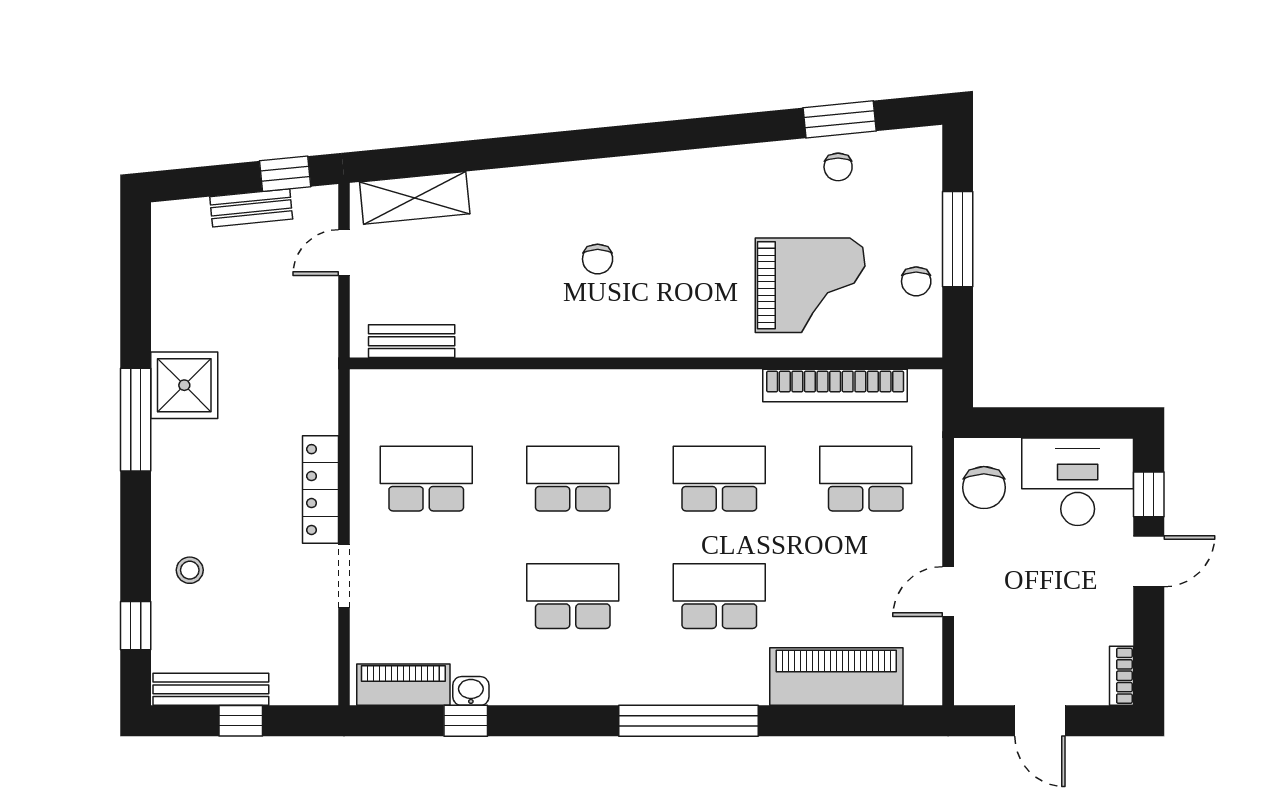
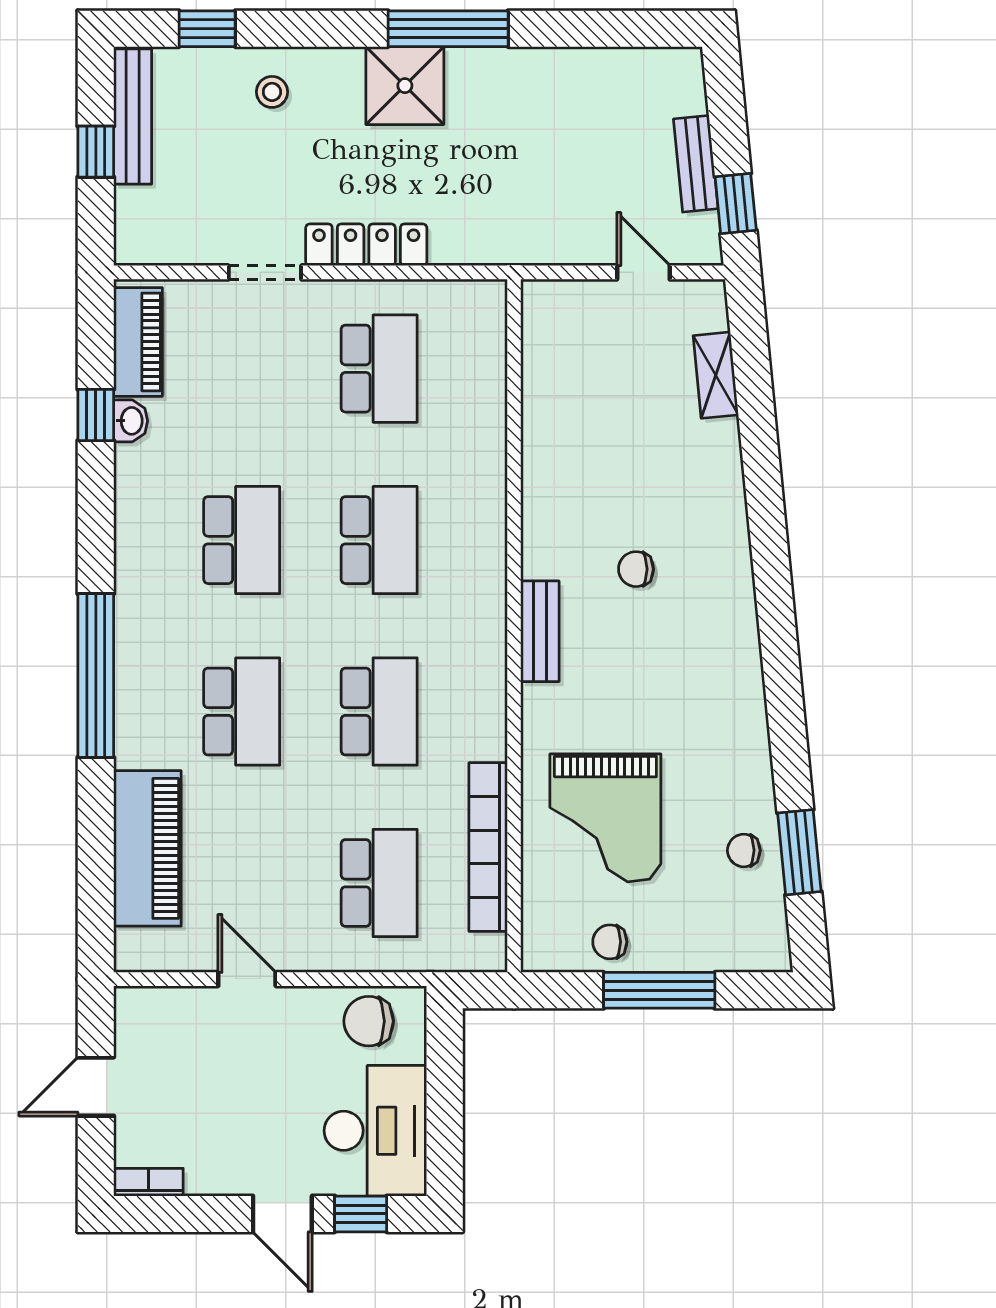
shelving: (415, 198) -> (716, 375), width x0.67, depth x0.75
bench: (412, 341) -> (540, 631), moved
shower: (184, 385) -> (405, 86), moved

